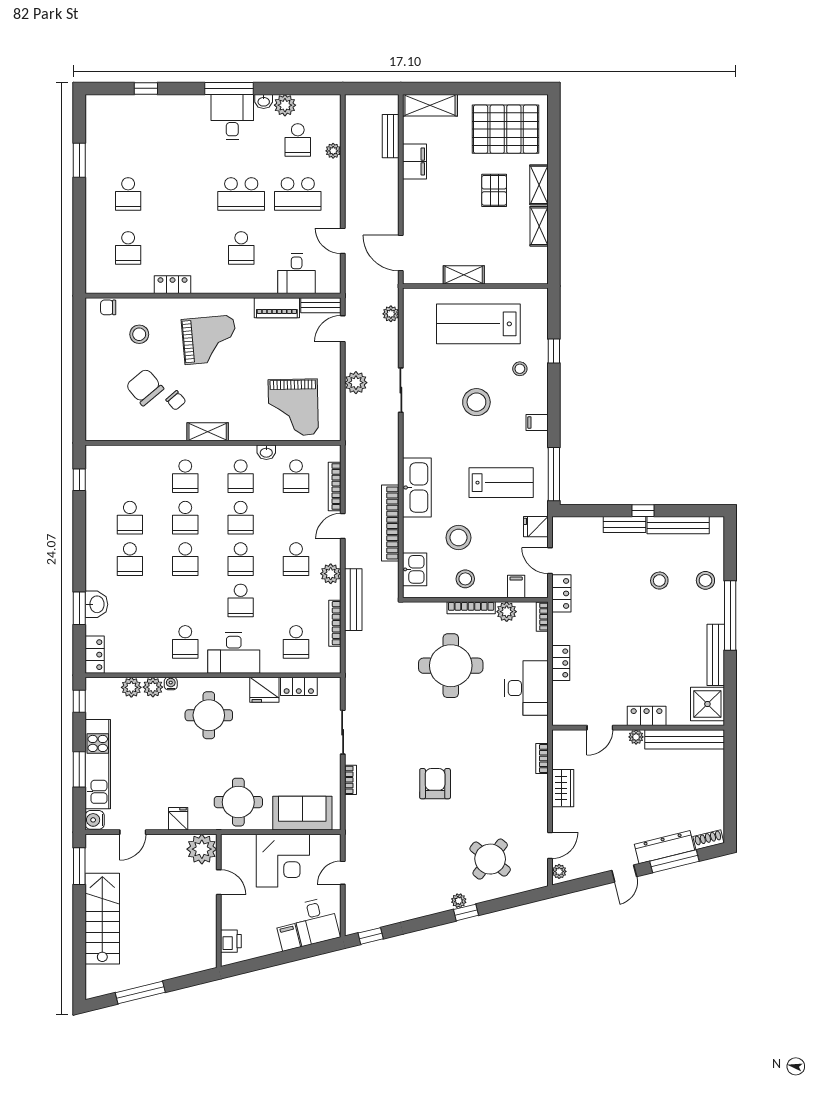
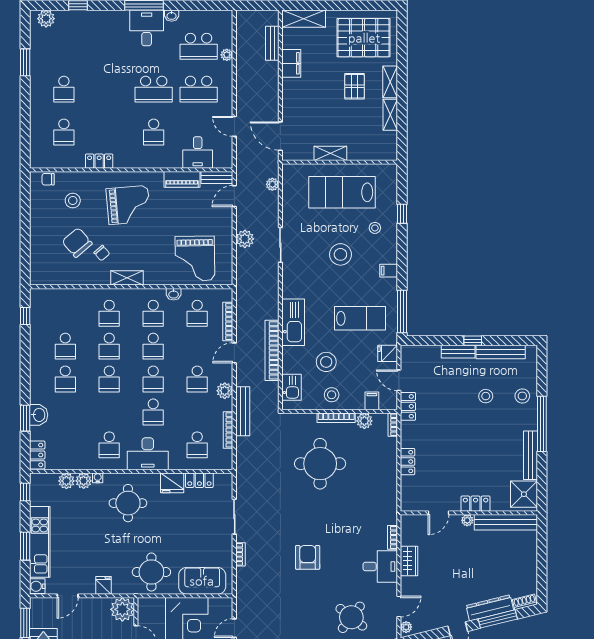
plant: (285, 105) -> (46, 19), moved
school desk: (298, 140) -> (199, 46), width x1.85
desk: (526, 688) -> (380, 567), moved, width x0.73

